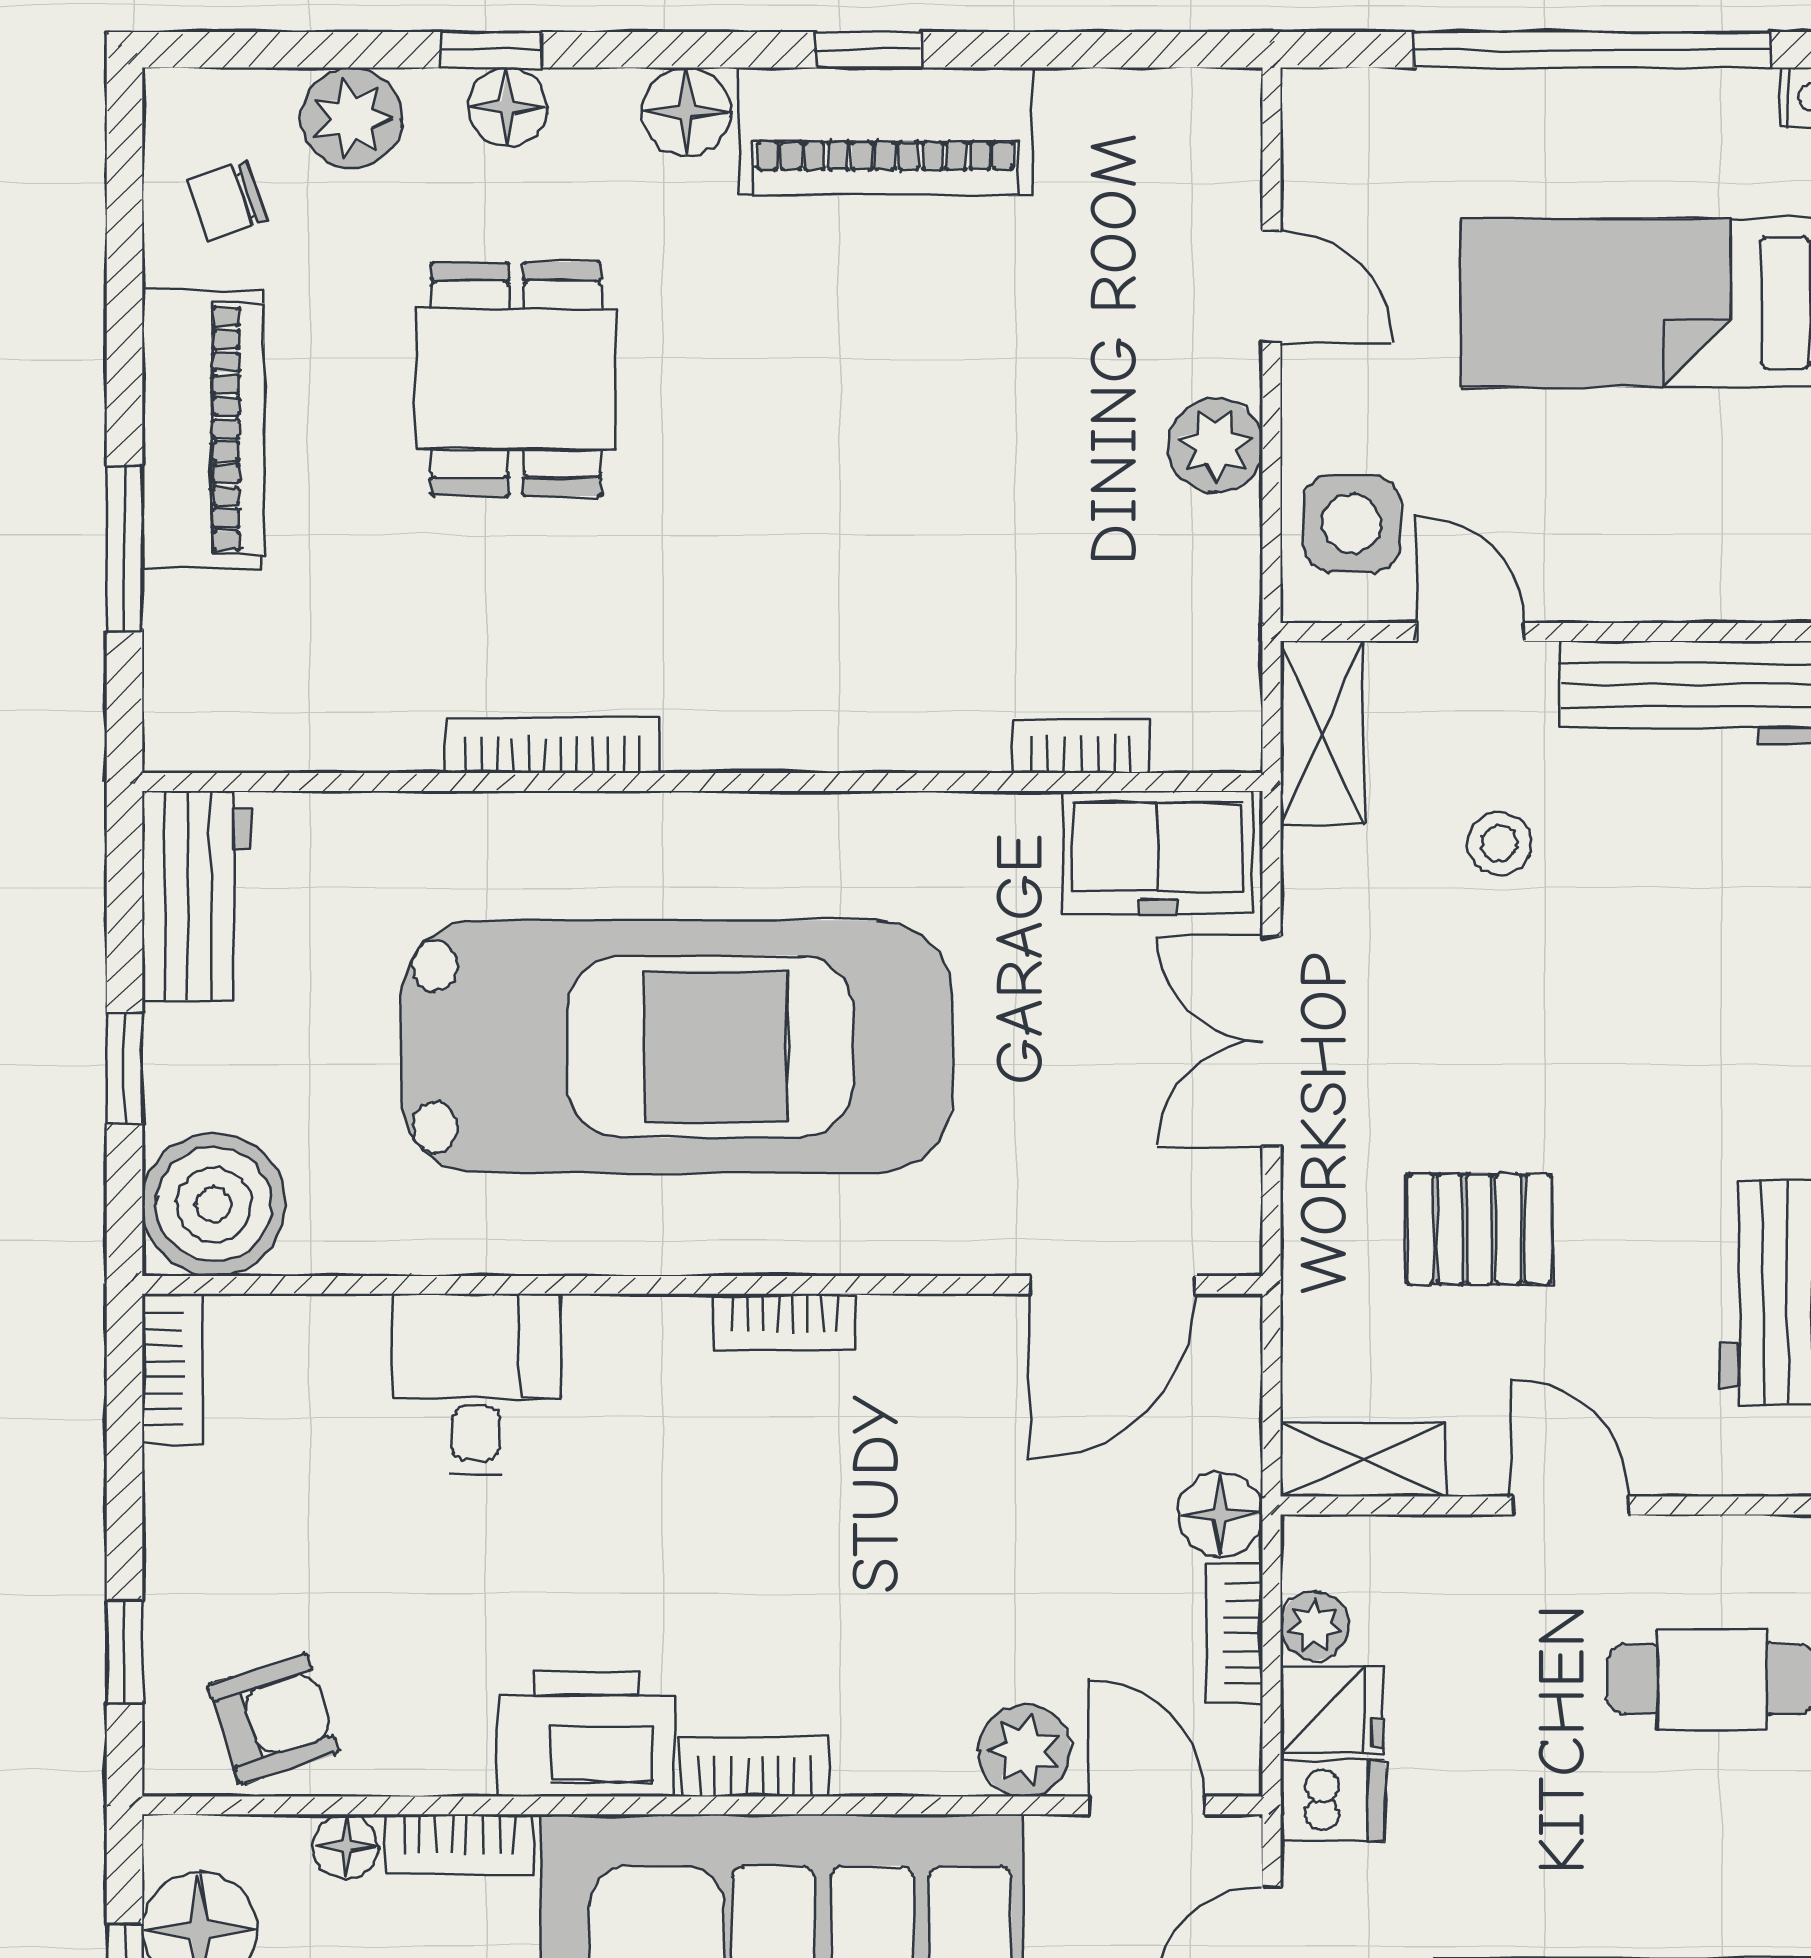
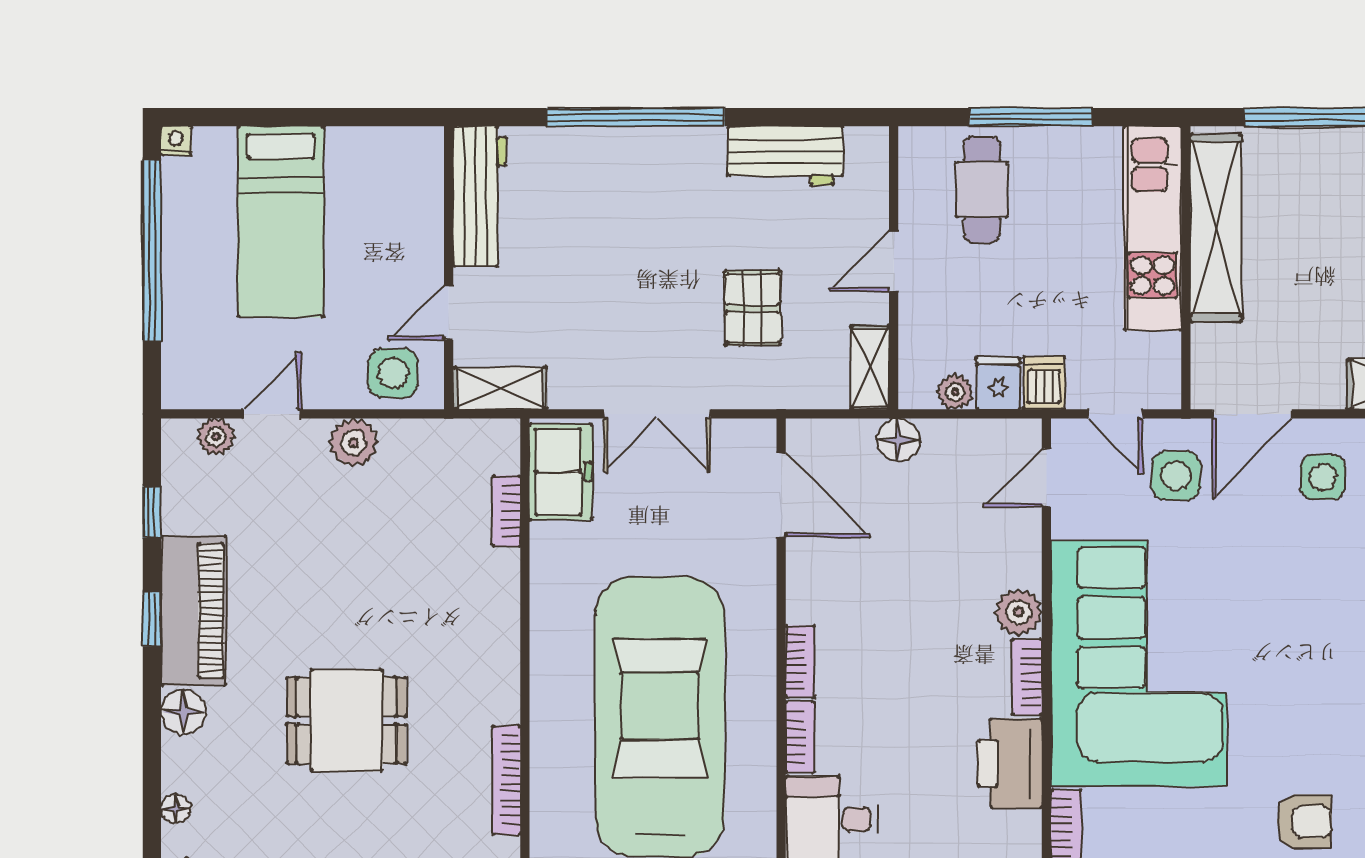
window: (491, 50) -> (152, 512), moved
floor lamp: (508, 107) -> (176, 809), width x0.73, depth x0.73
plant: (1227, 175) -> (216, 437), added
dining table: (516, 379) -> (347, 720), moved
stool: (1499, 844) -> (556, 298), removed
bookcase: (1235, 1634) -> (800, 737), moved, turned -90
plant: (1025, 1751) -> (1019, 612), moved

